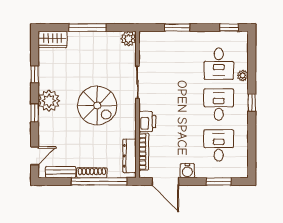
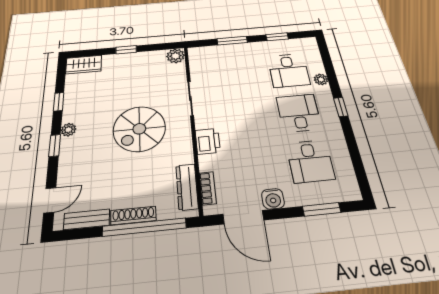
window: (87, 28) -> (126, 50), width x0.46
window: (229, 28) -> (277, 37), moved
plant: (49, 101) -> (69, 130), width x0.53, depth x0.53
spiral stairs: (97, 106) -> (139, 129), turned 90
desk: (219, 145) -> (310, 161), turned 180
bookcase: (144, 152) -> (208, 188), width x0.64

